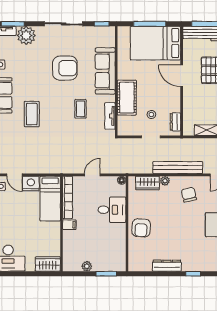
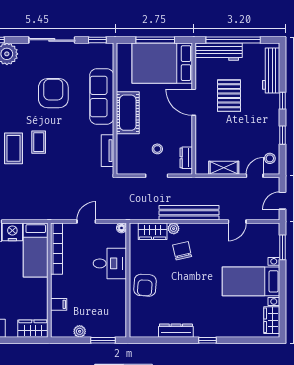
armchair: (65, 68) -> (53, 93), turned -90
cot: (127, 98) -> (128, 113), moved
coffee table: (81, 109) -> (39, 142), moved
chair: (189, 195) -> (182, 251), moved
filing cabinet: (69, 225) -> (59, 304), moved

